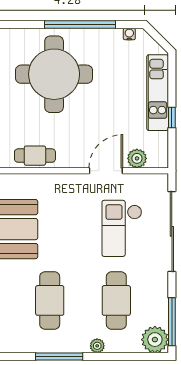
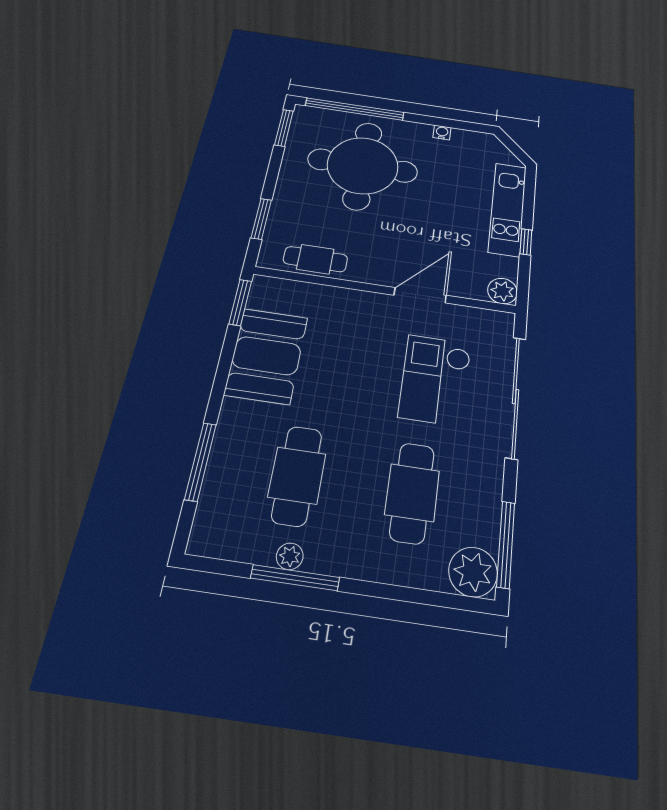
window: (80, 24) -> (355, 109), moved
water cooler: (129, 34) -> (442, 132), moved
plant: (137, 158) -> (502, 291), moved
plant: (97, 346) -> (290, 556), moved

